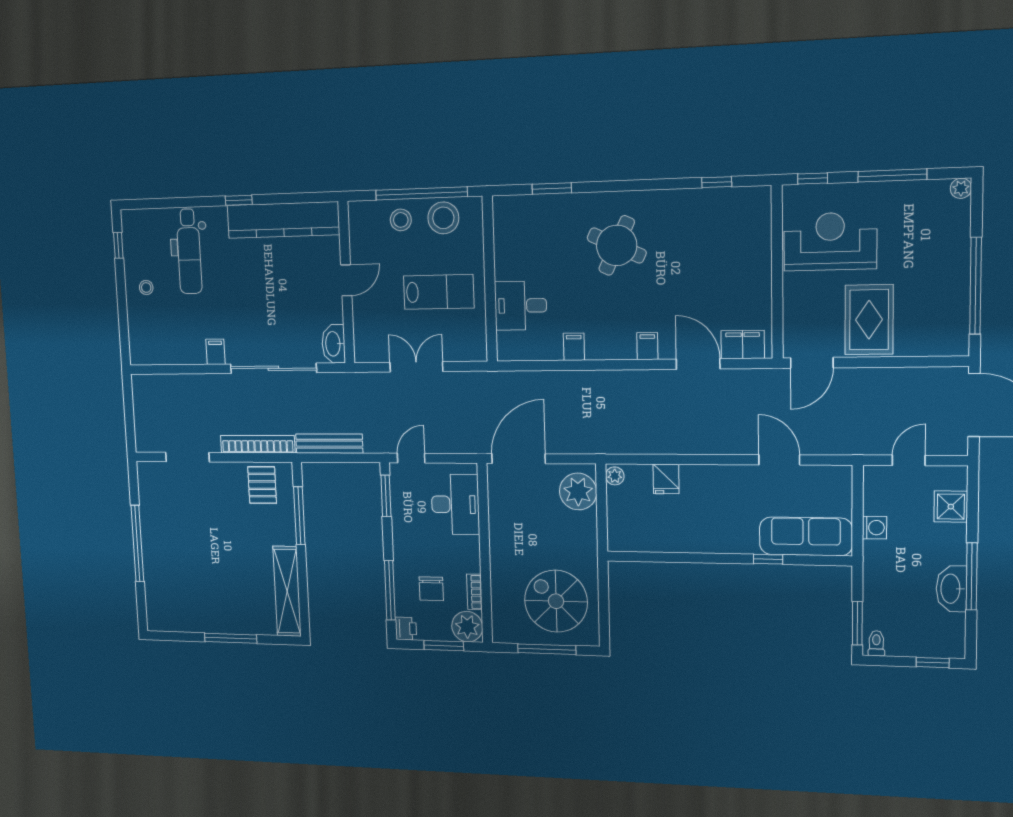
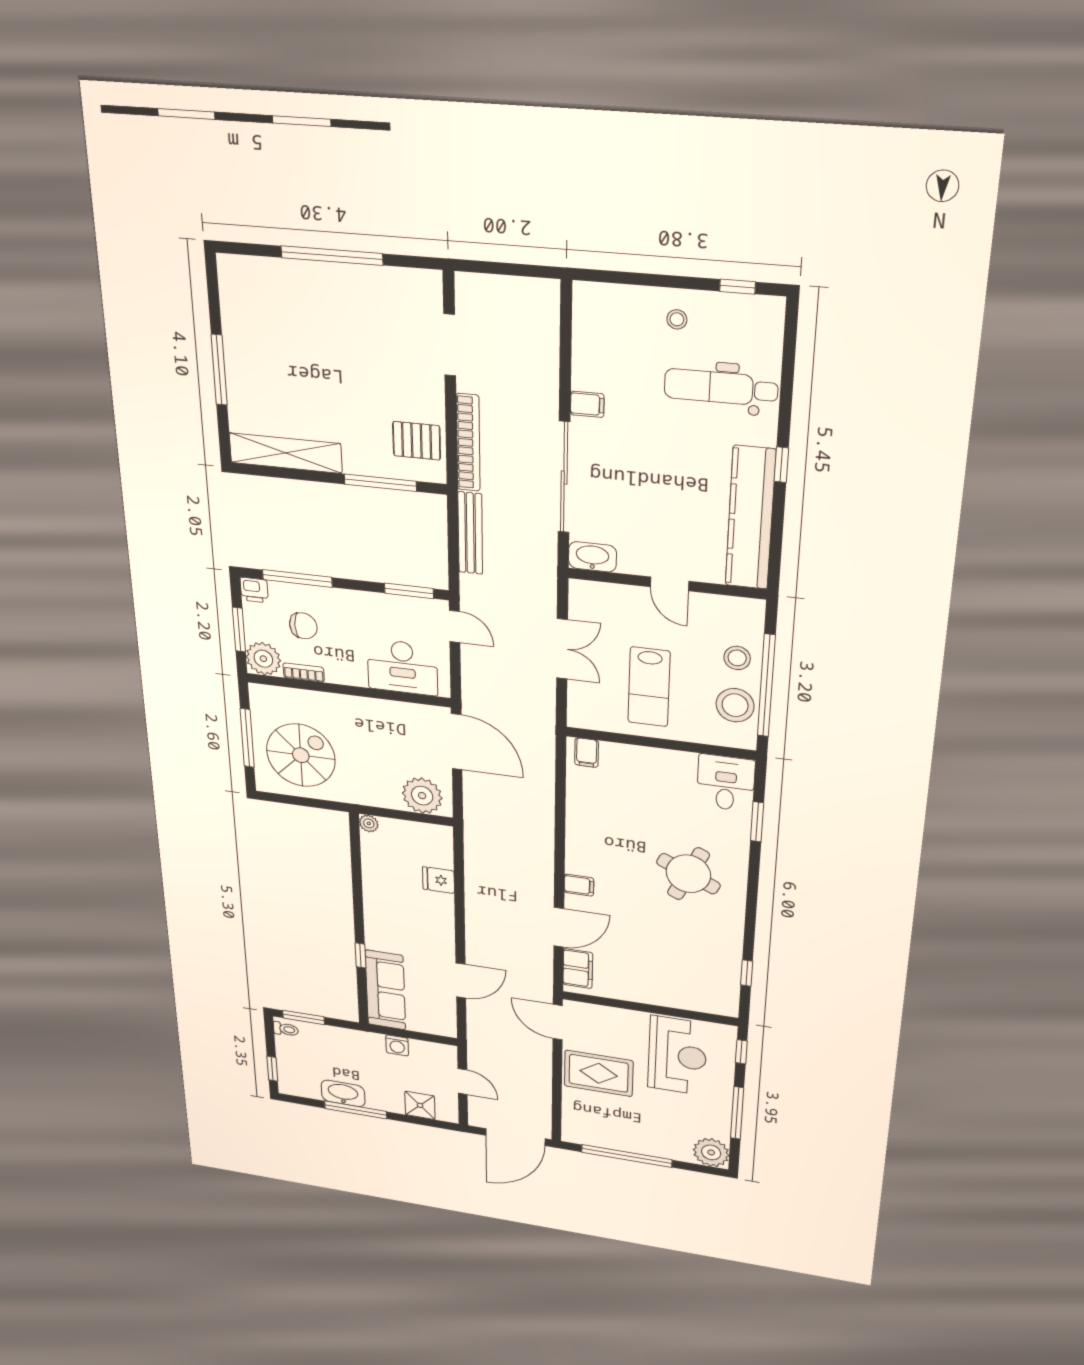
plant: (961, 188) -> (711, 1152), width x1.88, depth x1.88
desk: (521, 306) -> (726, 783), moved
filing cabinet: (574, 347) -> (587, 753), moved, turned 90
plant: (615, 476) -> (369, 823), moved
chair: (431, 589) -> (303, 626), turned 180

